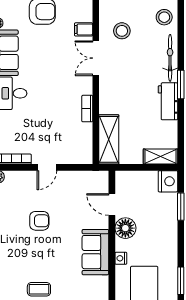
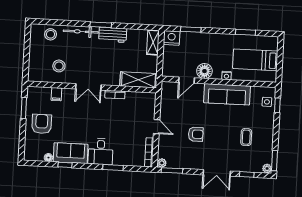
double door: (96, 58) -> (88, 87), moved
armchair: (39, 221) -> (196, 134), turned 90
sofa: (95, 252) -> (227, 94), width x1.36

